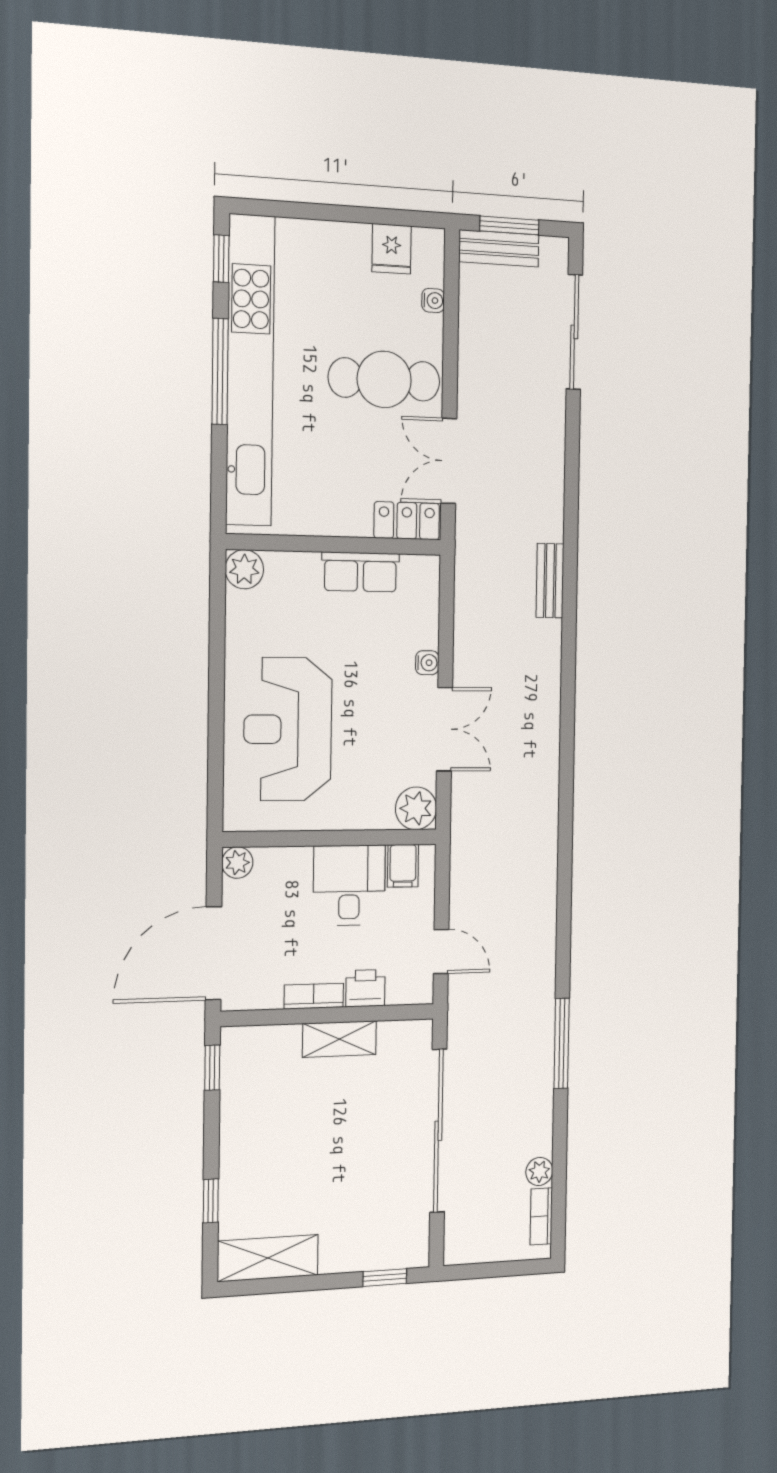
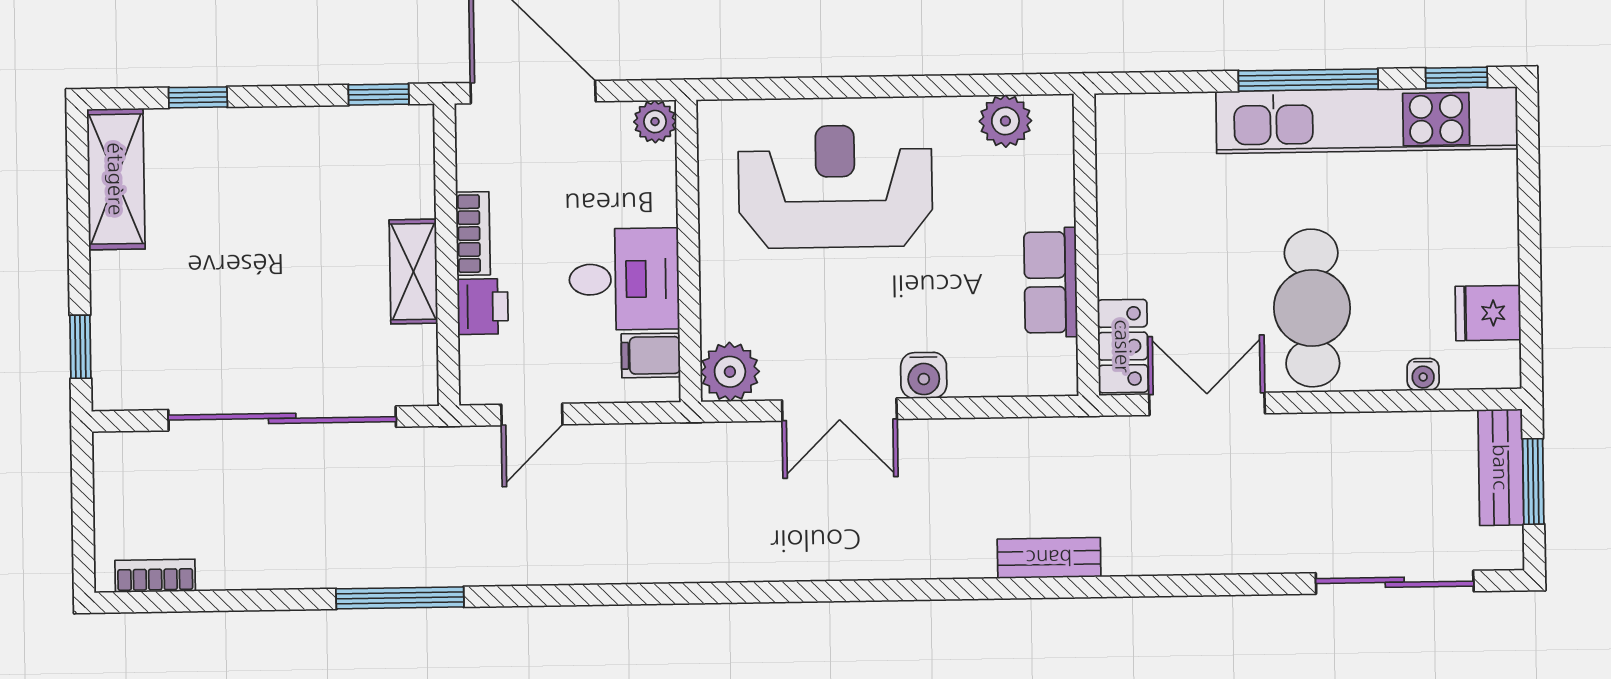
kitchen unit: (250, 370) -> (1367, 120), width x0.73
plant: (244, 569) -> (1005, 121), moved
water cooler: (427, 663) -> (924, 375), width x1.38, depth x1.38
plant: (539, 1171) -> (219, 571), removed

